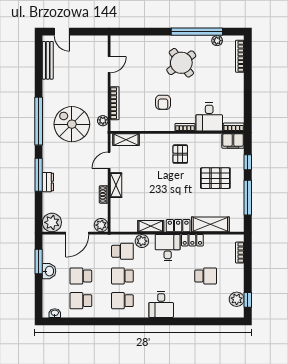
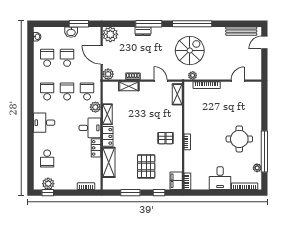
round table: (181, 63) -> (239, 139), turned 37
door: (109, 65) -> (238, 81), swing flipped
armchair: (163, 102) -> (207, 124), removed
desk: (209, 117) -> (220, 178), moved, turned -90
shelving: (116, 185) -> (129, 86), moved
window: (248, 198) -> (130, 193), width x0.69
school desk: (122, 251) -> (87, 91), turned 180
school desk: (206, 276) -> (47, 159), moved

